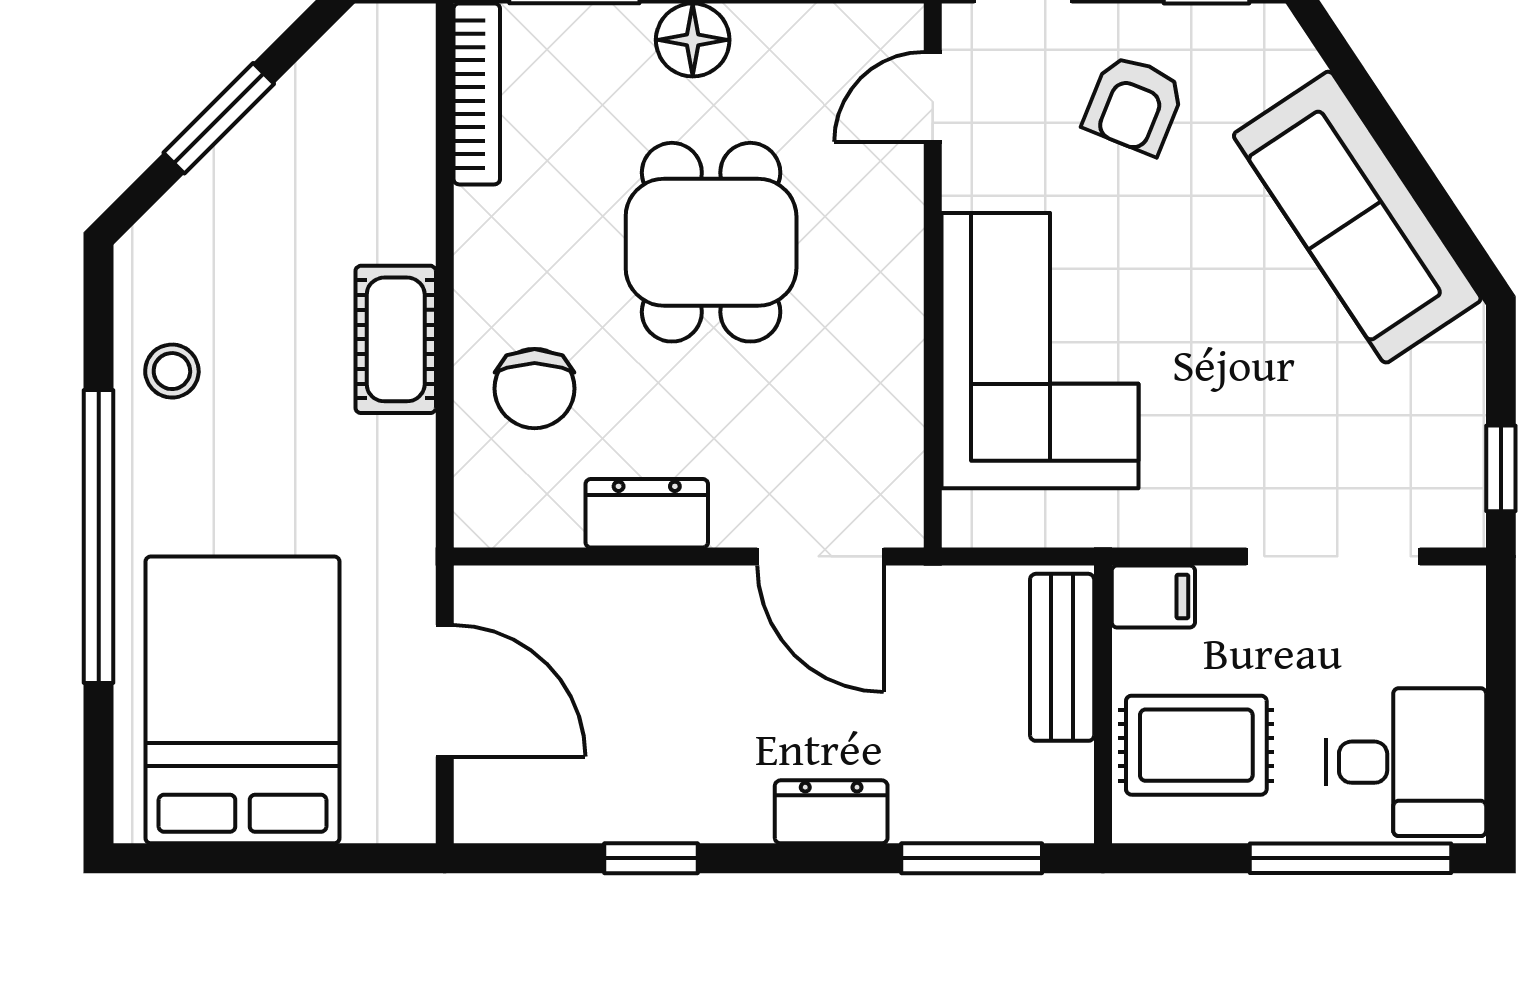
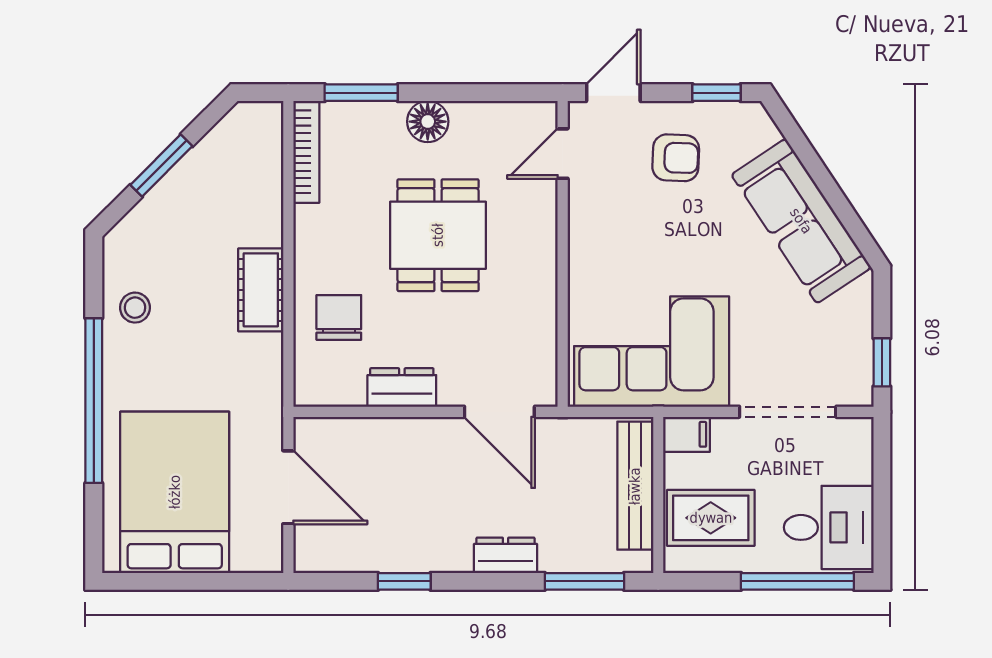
armchair: (1134, 104) -> (676, 158), turned -110
corner sofa: (1040, 351) -> (652, 352), moved, turned -90
chair: (535, 389) -> (339, 317), turned 180
bench: (1062, 657) -> (635, 486), width x1.36

